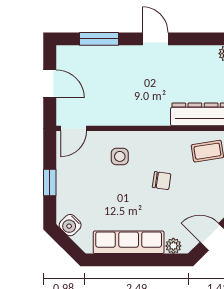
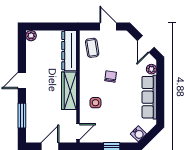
wardrobe: (139, 114) -> (69, 91), added
door: (73, 128) -> (78, 132), hinge flipped

